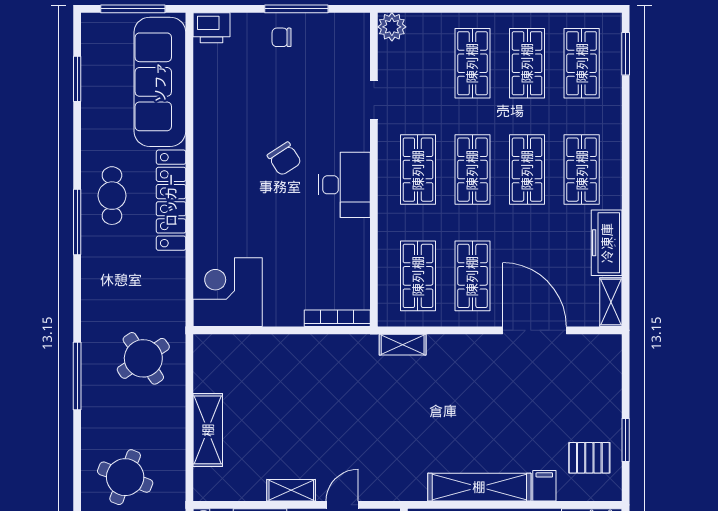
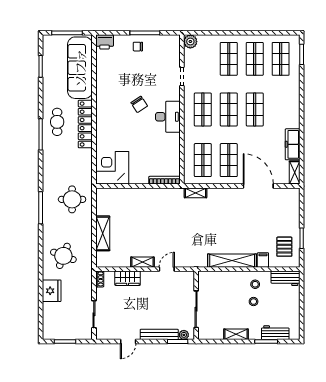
shop shelf: (582, 170) -> (281, 109), removed
round table: (143, 358) -> (72, 199), turned 34
pallet: (589, 458) -> (284, 247), turned 90

